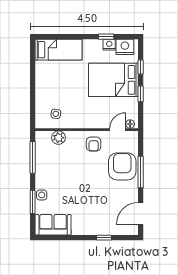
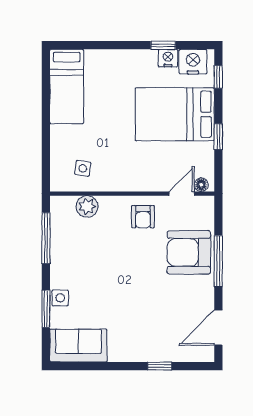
bed: (59, 50) -> (67, 87), moved, turned 90
window: (141, 67) -> (218, 77), moved
armchair: (122, 166) -> (189, 252), turned -90

